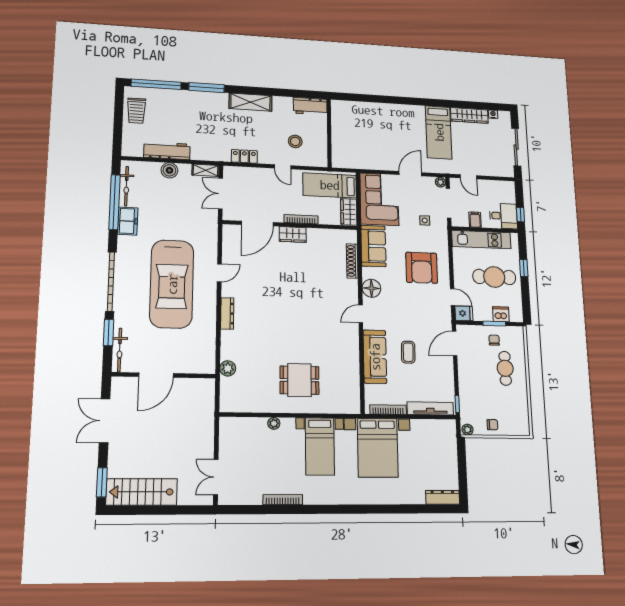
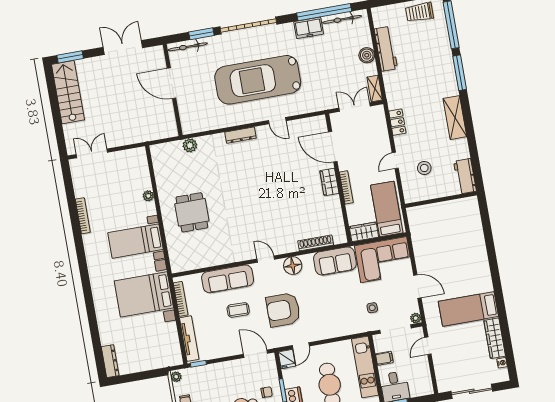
armchair: (422, 268) -> (283, 310), moved

